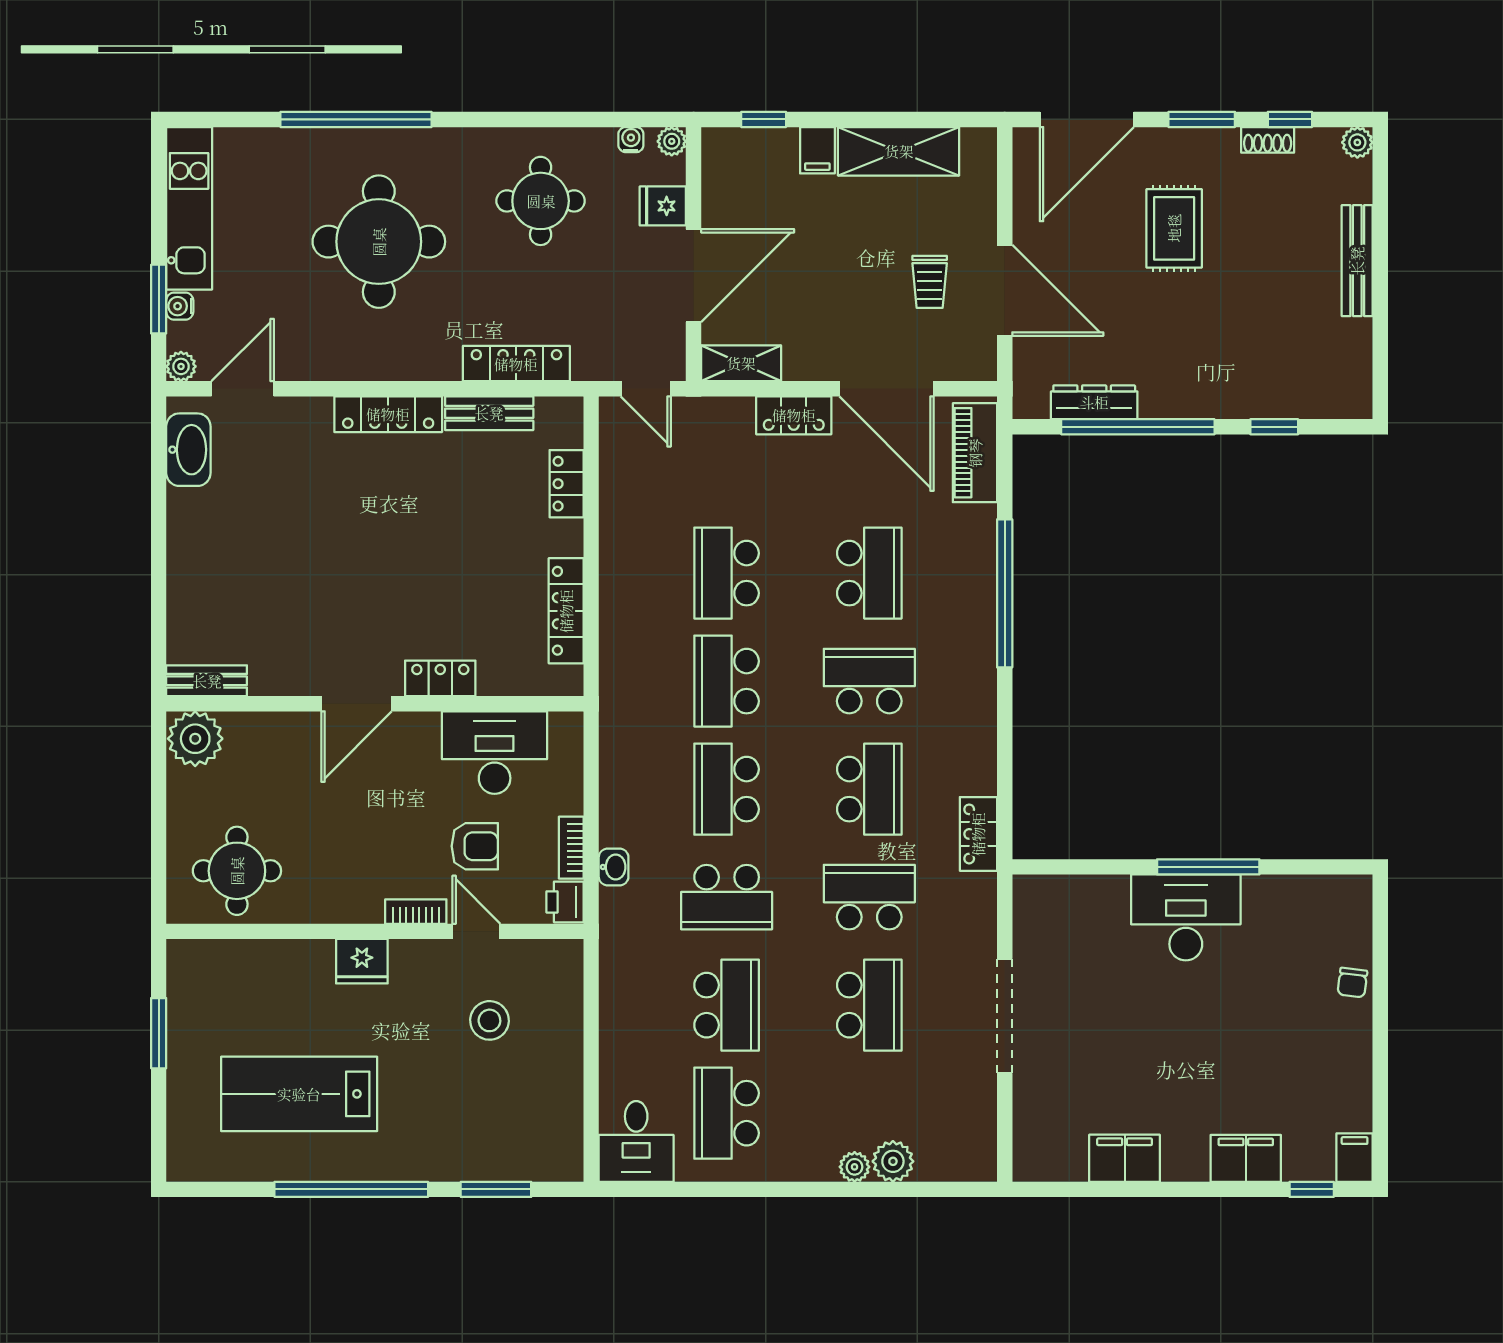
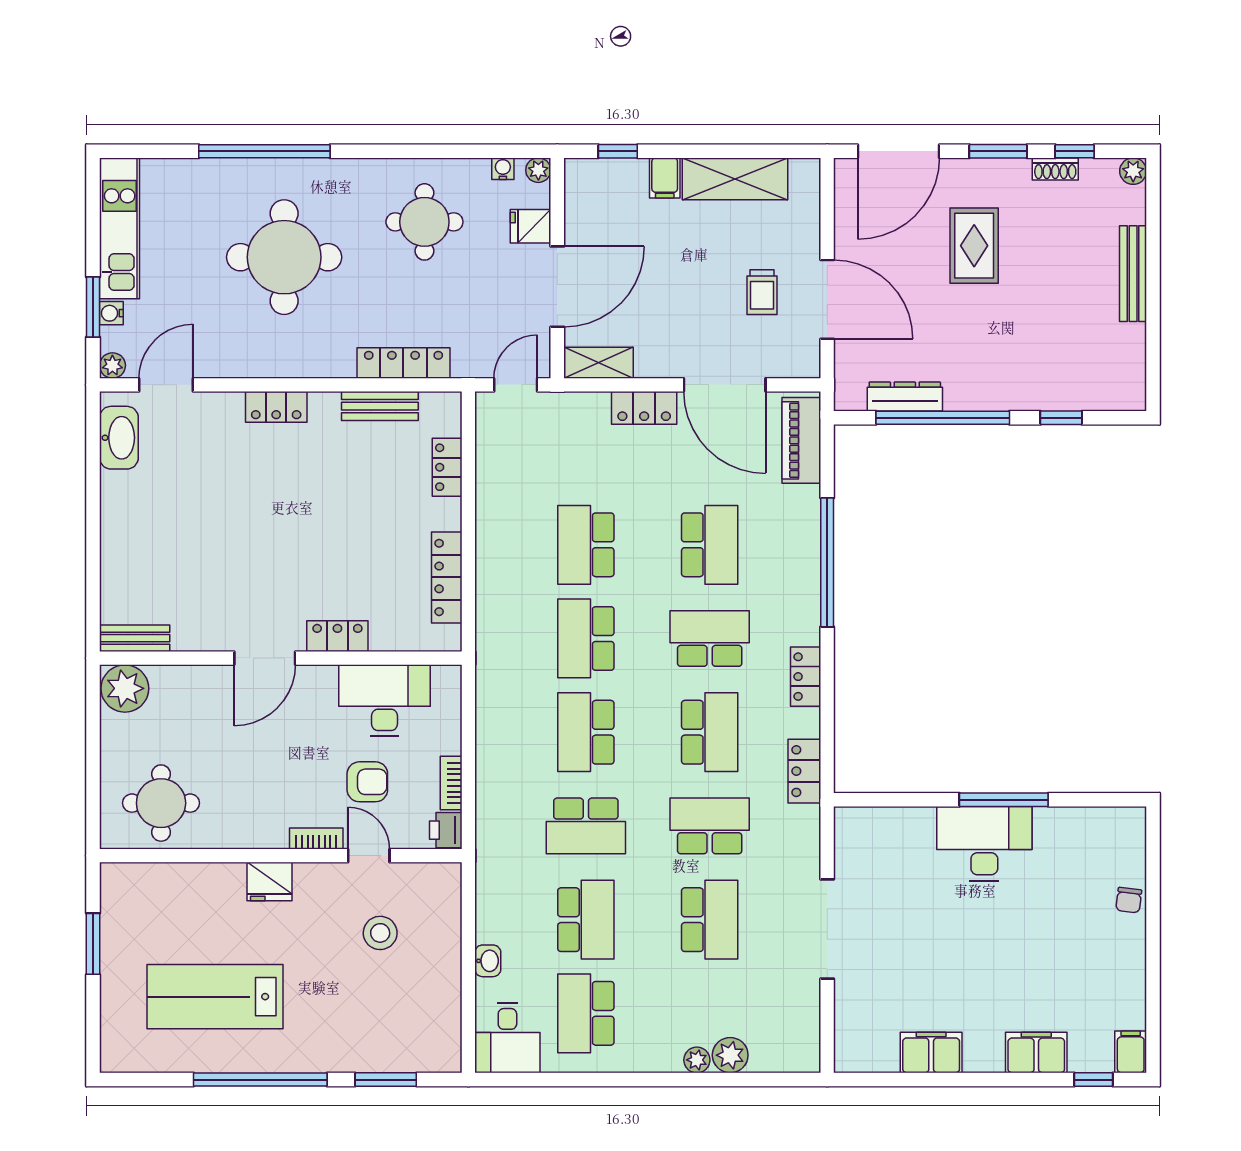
door: (646, 389) -> (516, 385), swing flipped
locker: (388, 414) -> (276, 407), width x0.66
locker: (980, 725) -> (806, 677), added
washbasin: (614, 867) -> (488, 961), moved

